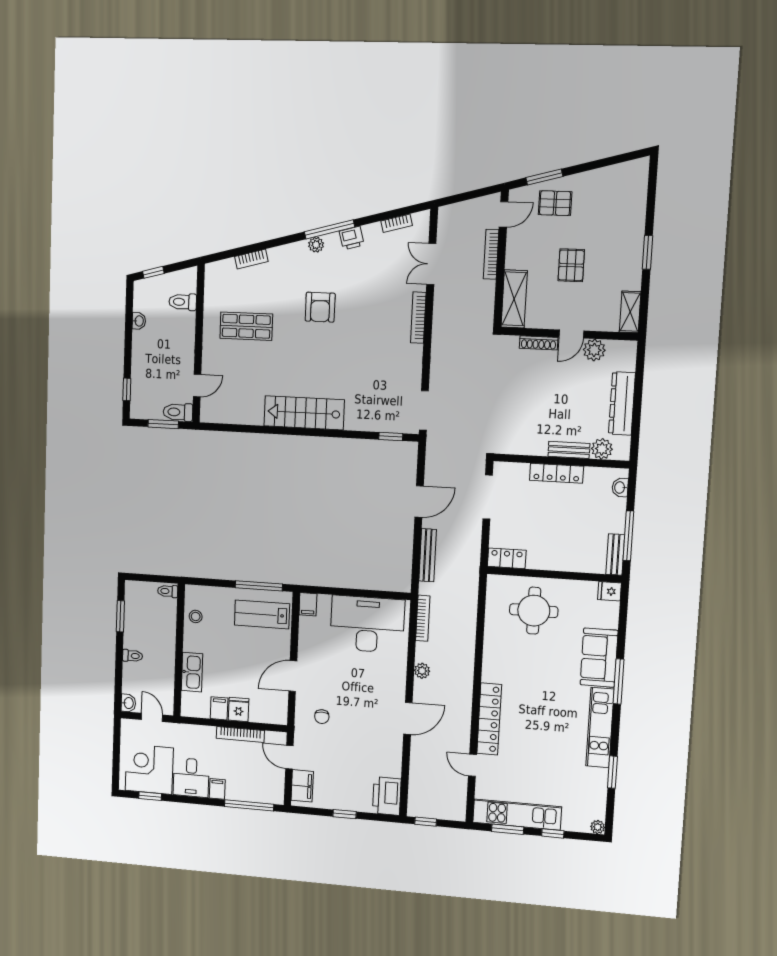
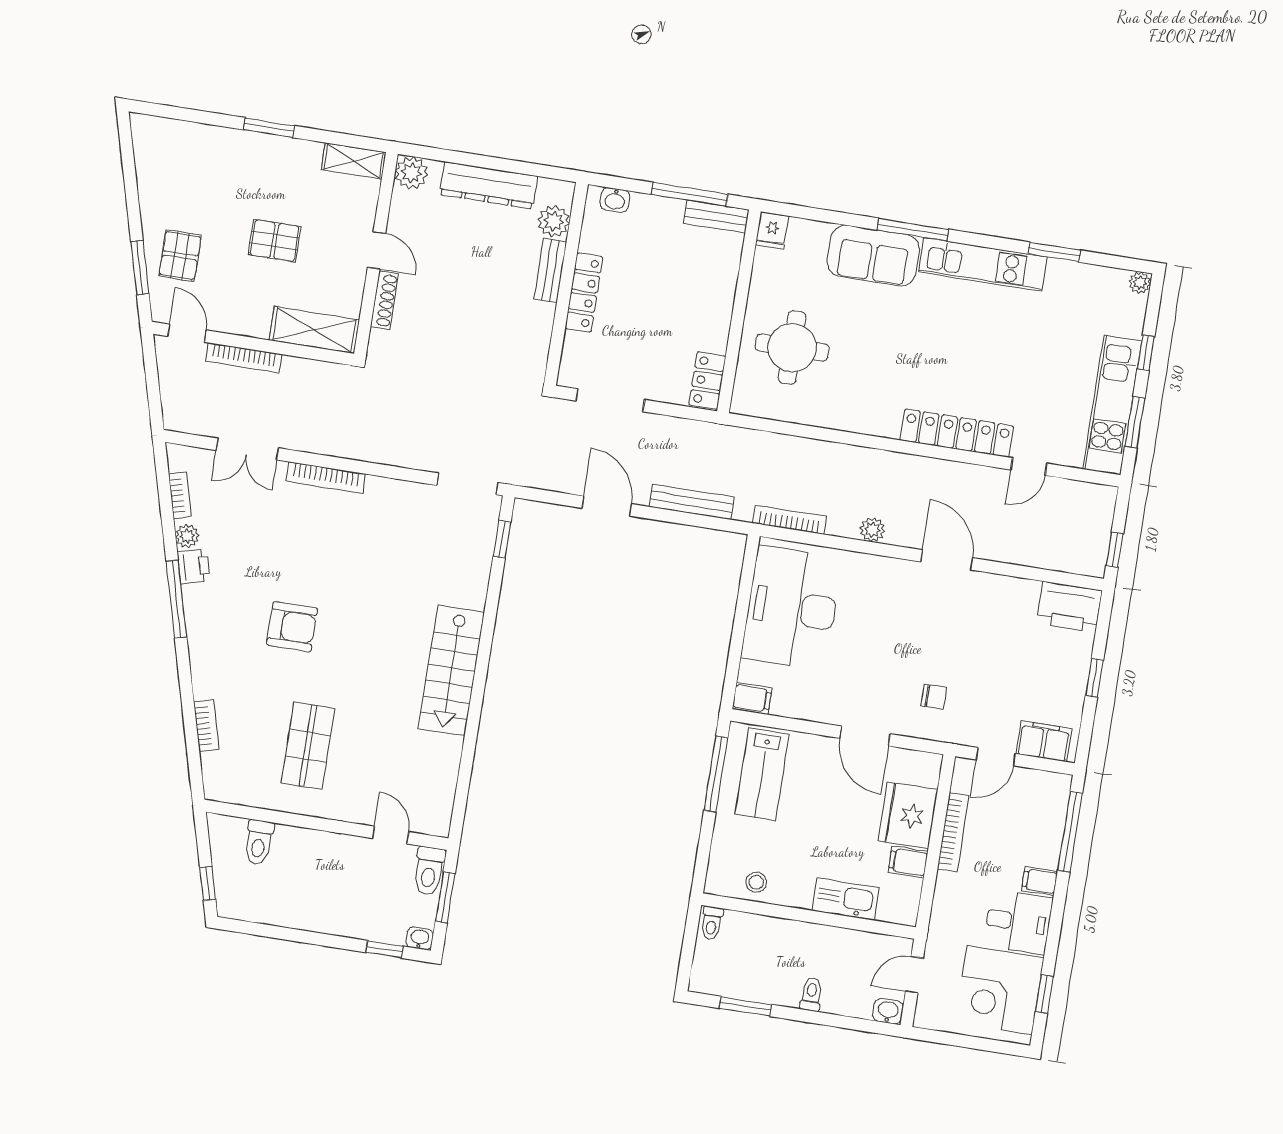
plant: (316, 245) -> (187, 536), moved
washbasin: (139, 321) -> (420, 938), moved
plant: (594, 350) -> (411, 173), moved
fridge: (239, 709) -> (908, 815), width x1.88, depth x1.34

